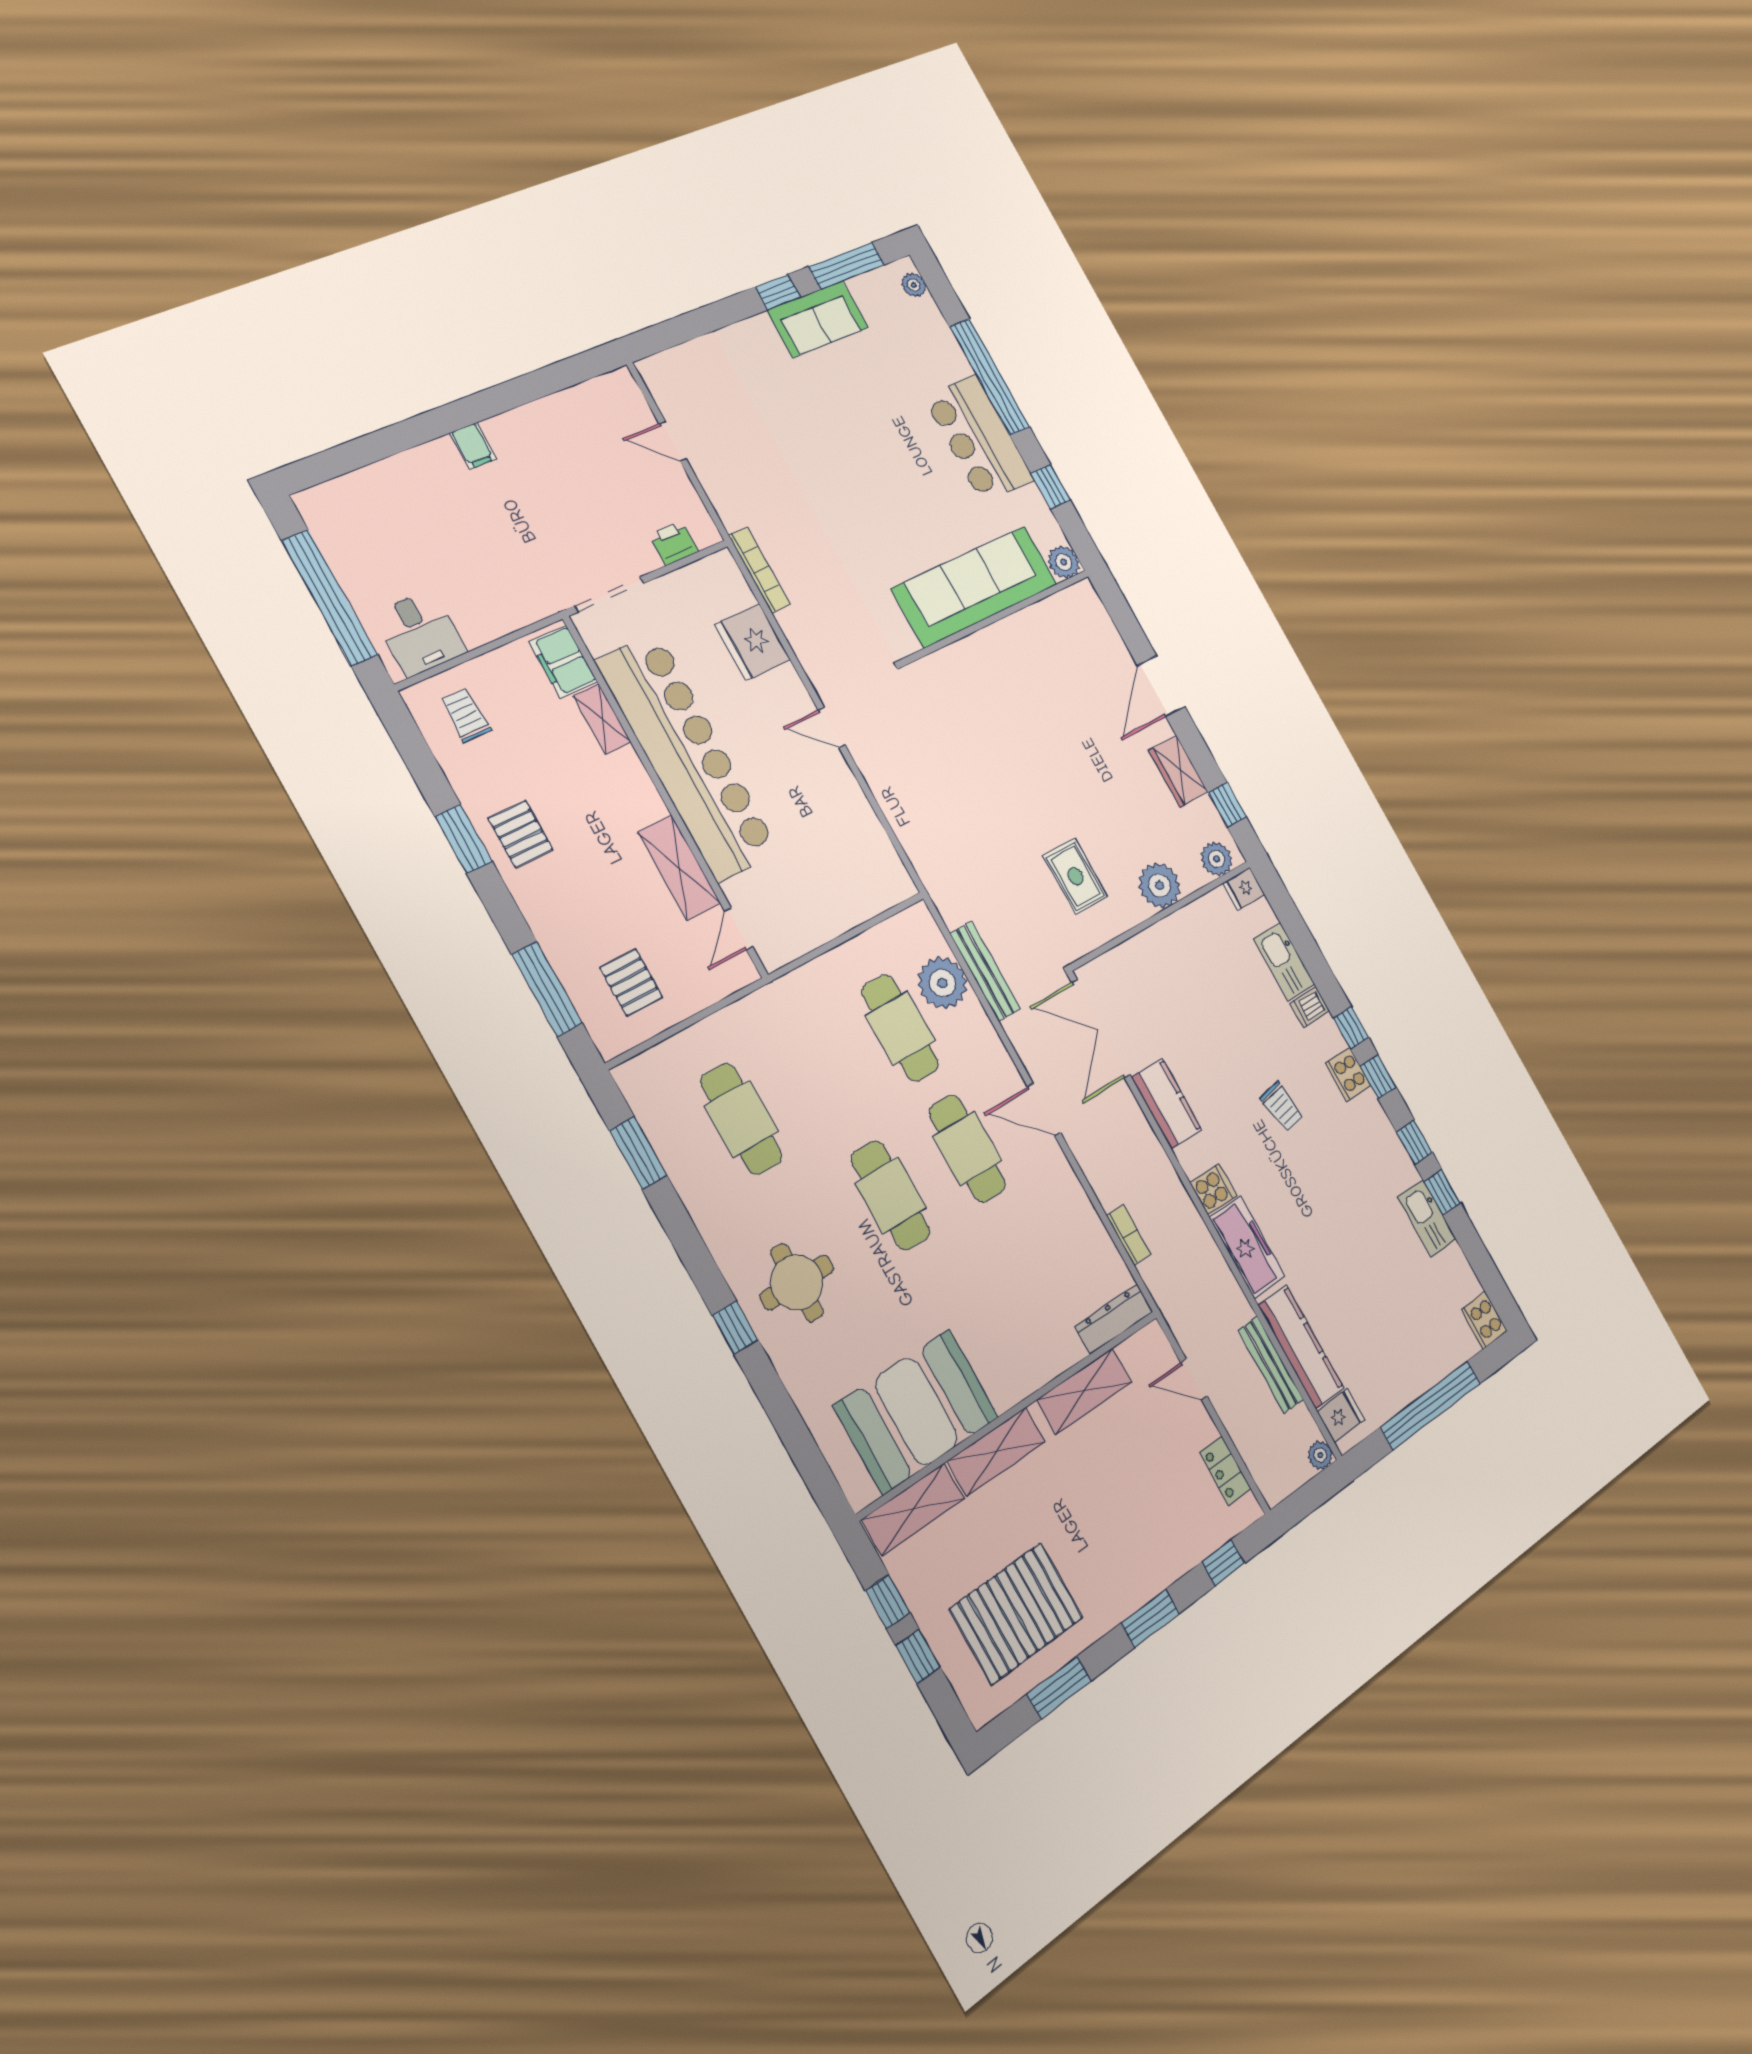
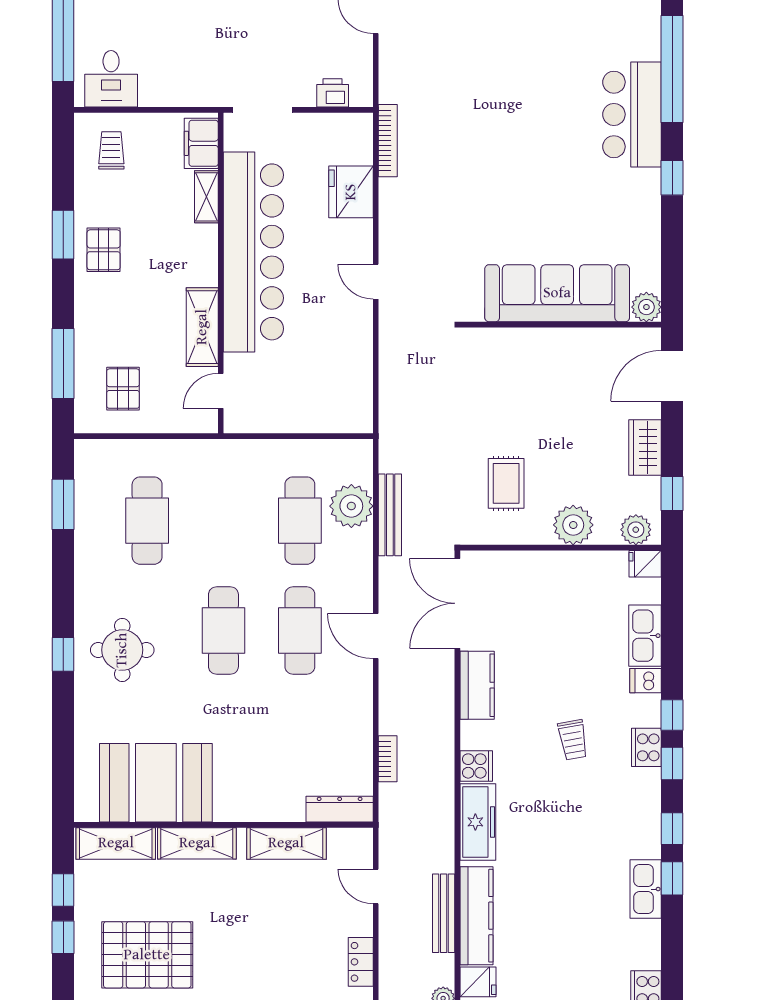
plant: (1064, 562) -> (646, 307), moved
sofa: (975, 586) -> (557, 293), moved
wall: (996, 617) -> (561, 325), moved

